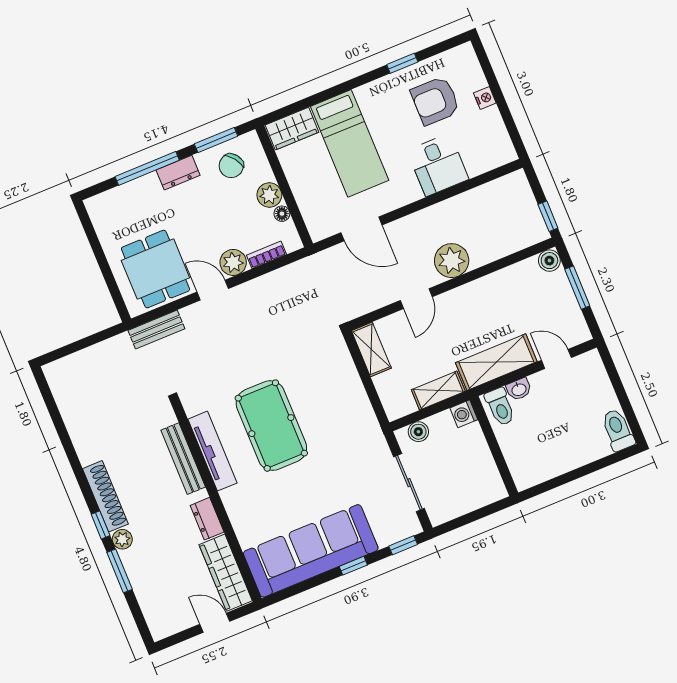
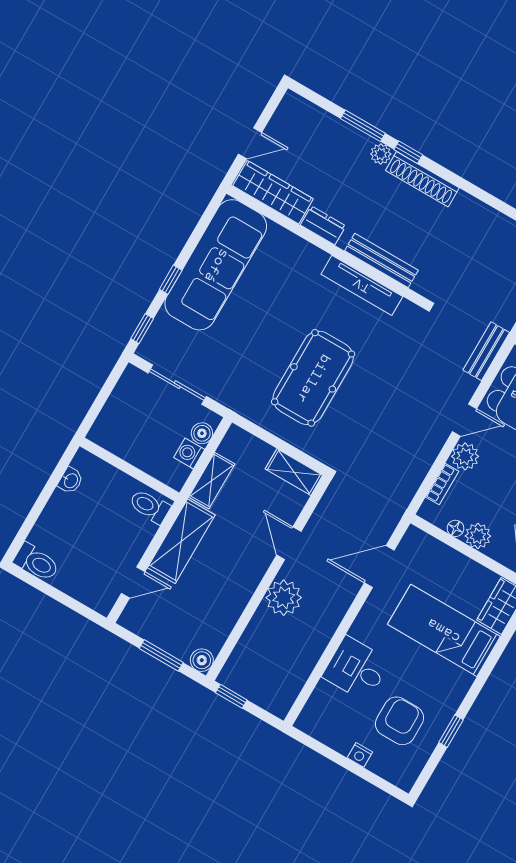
washbasin: (519, 389) -> (71, 481), moved, turned 180
washing machine: (464, 414) -> (189, 453), moved, turned -90
pool table: (271, 426) -> (313, 378), moved, turned 90

